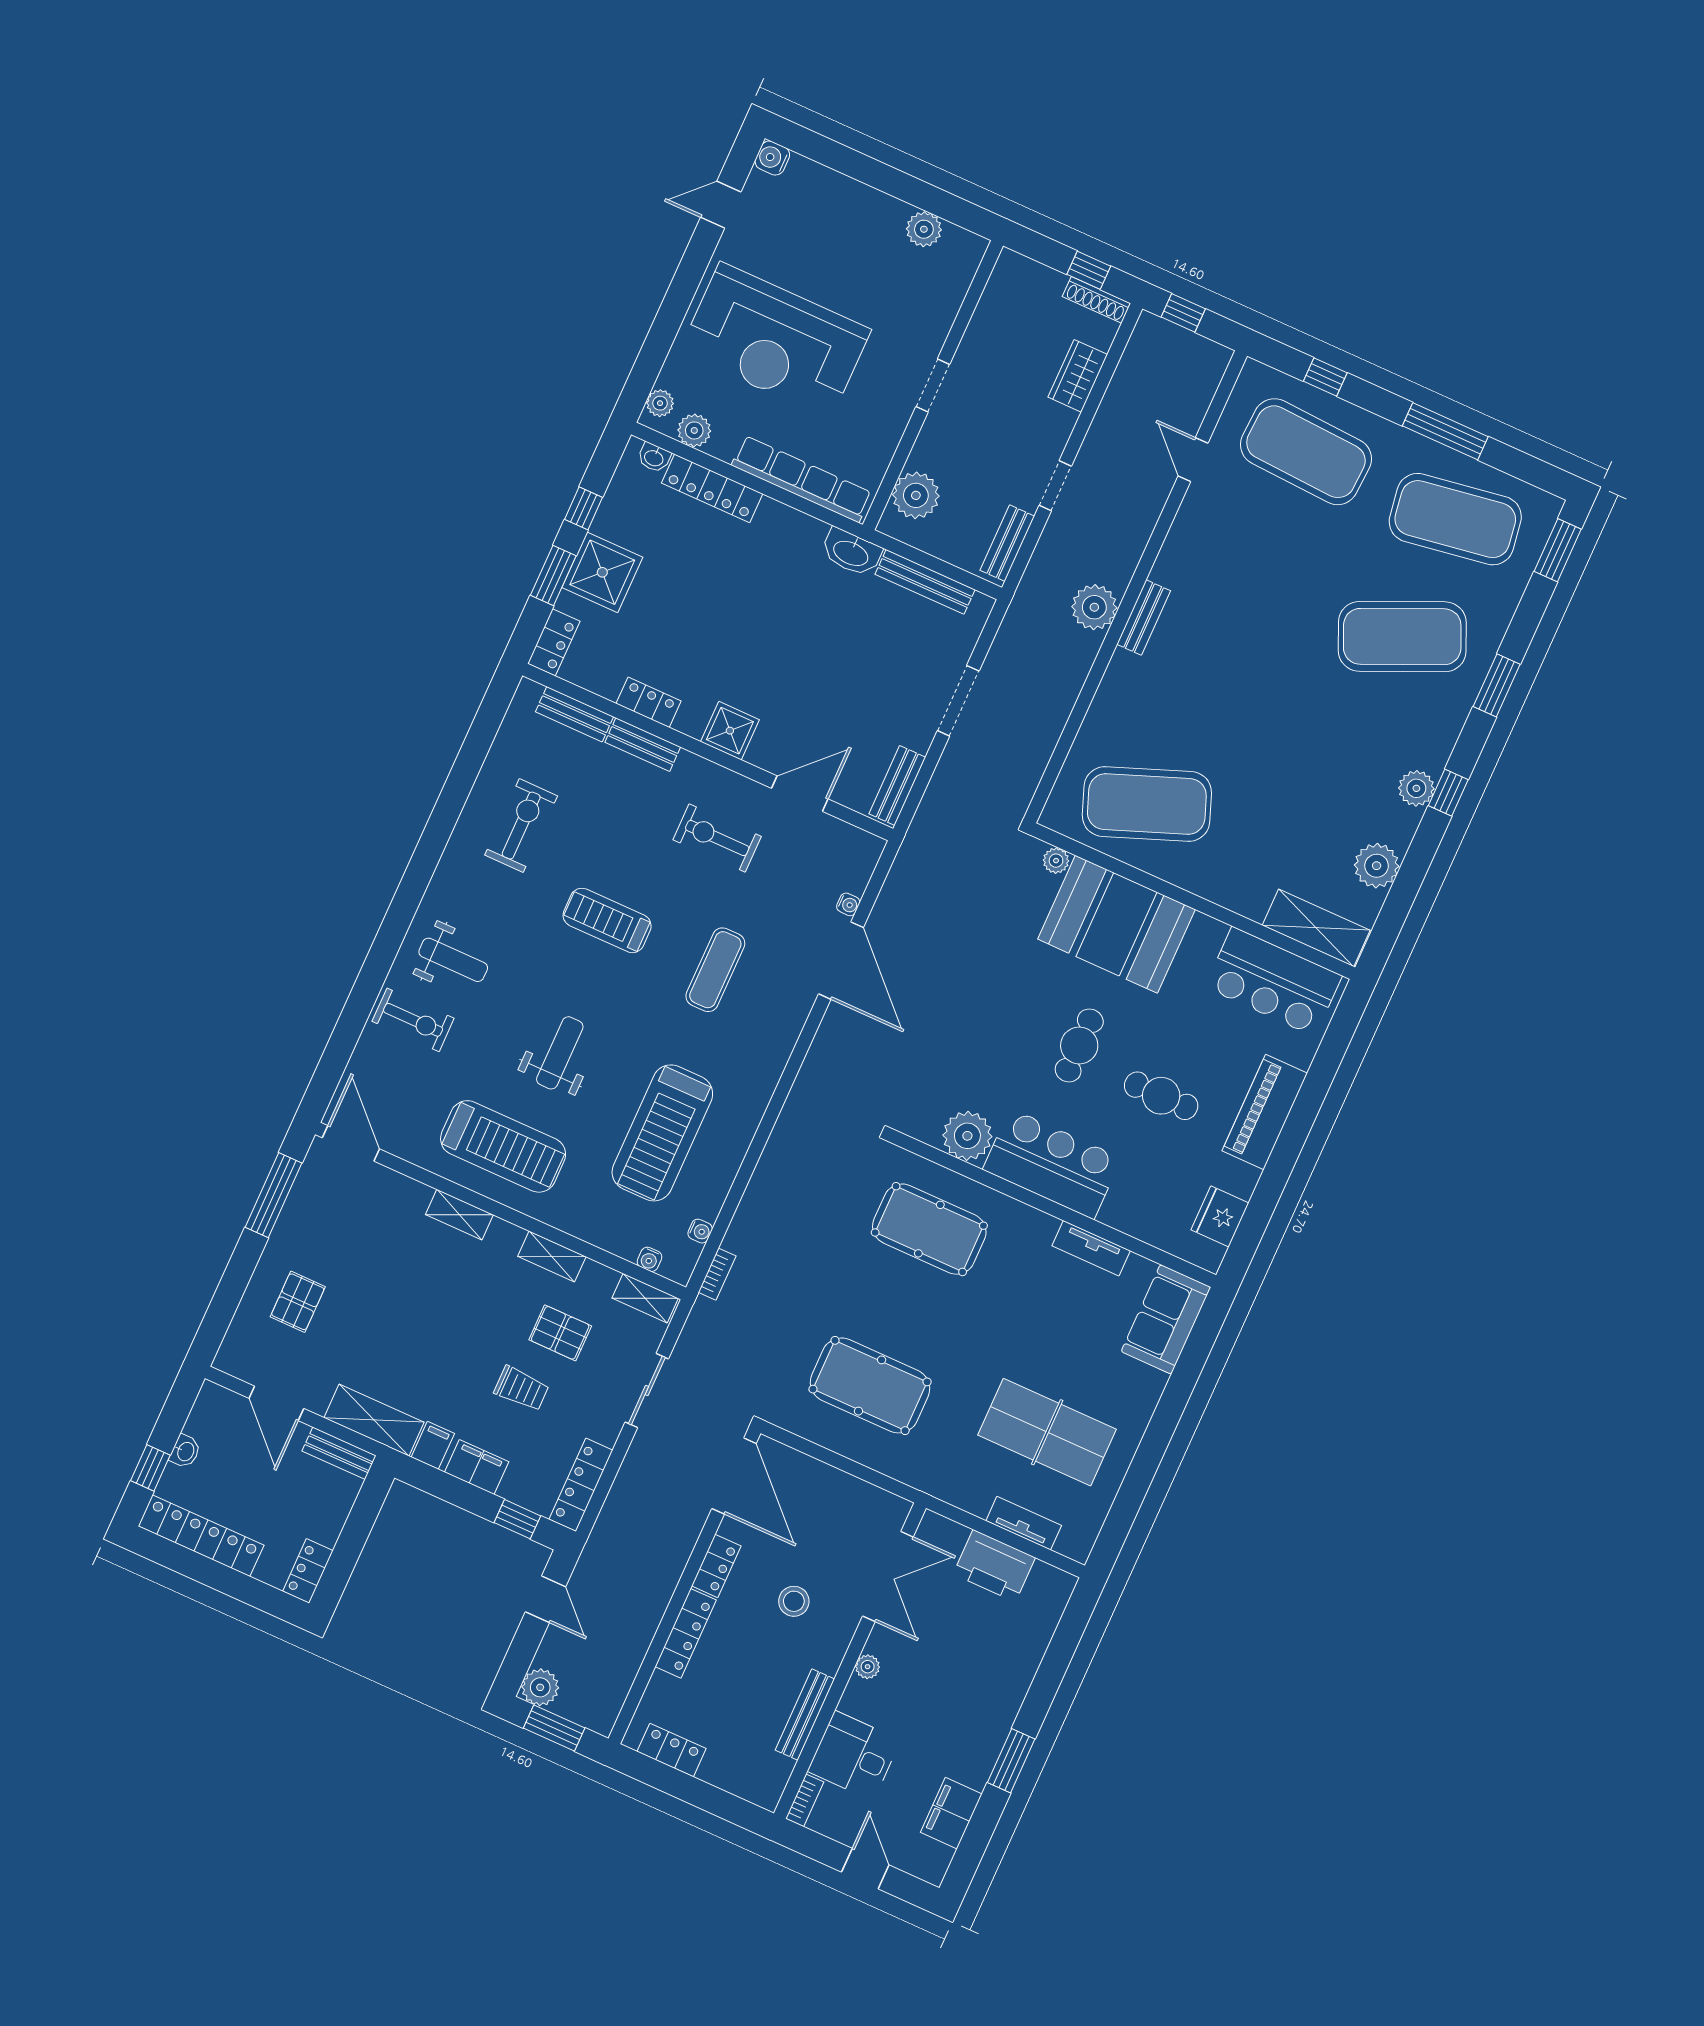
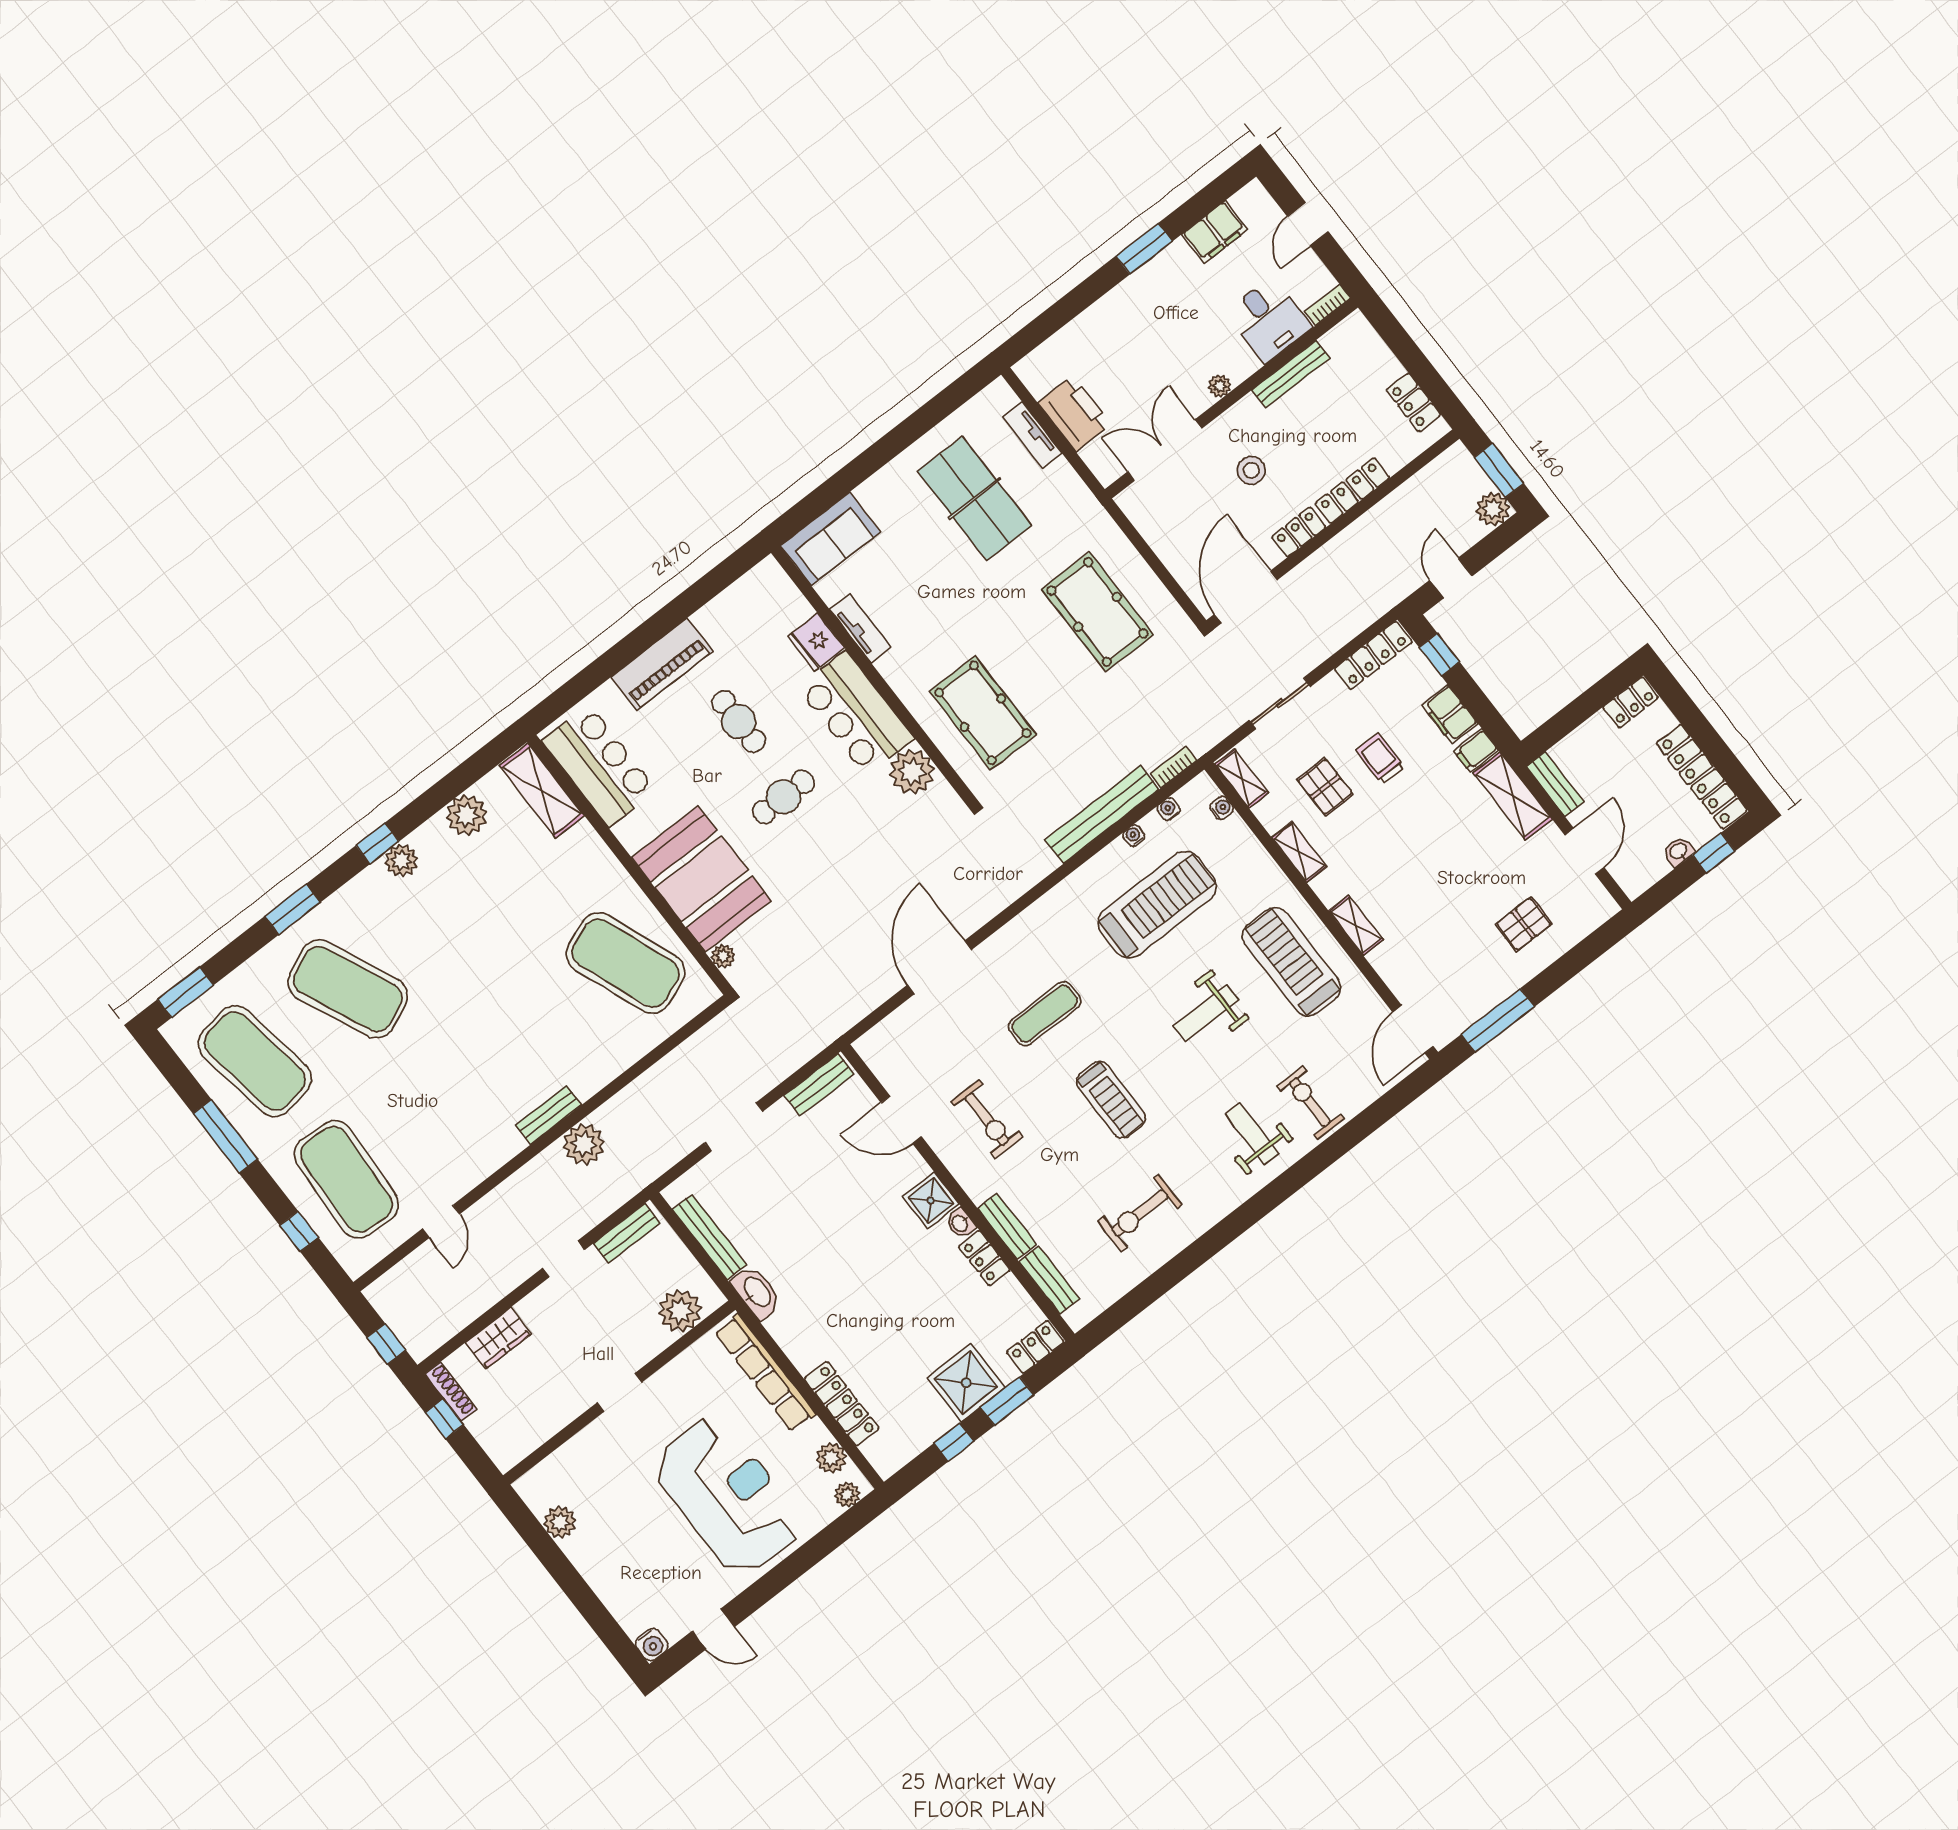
washbasin: (654, 458) -> (960, 1223), moved, turned 180
water cooler: (848, 904) -> (1134, 836), moved
bench: (762, 1192) -> (1102, 815), added
fridge: (1220, 1216) -> (816, 642), moved, turned 90

